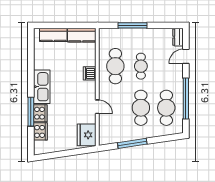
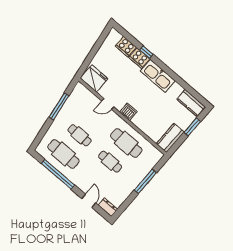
window: (58, 25) -> (192, 127), added
kitchen counter: (53, 35) -> (191, 103), moved, turned -90
dishwasher: (90, 73) -> (128, 112), moved
cafe table: (141, 108) -> (80, 135), width x0.73, depth x0.74
window: (31, 112) -> (146, 52), width x0.46

